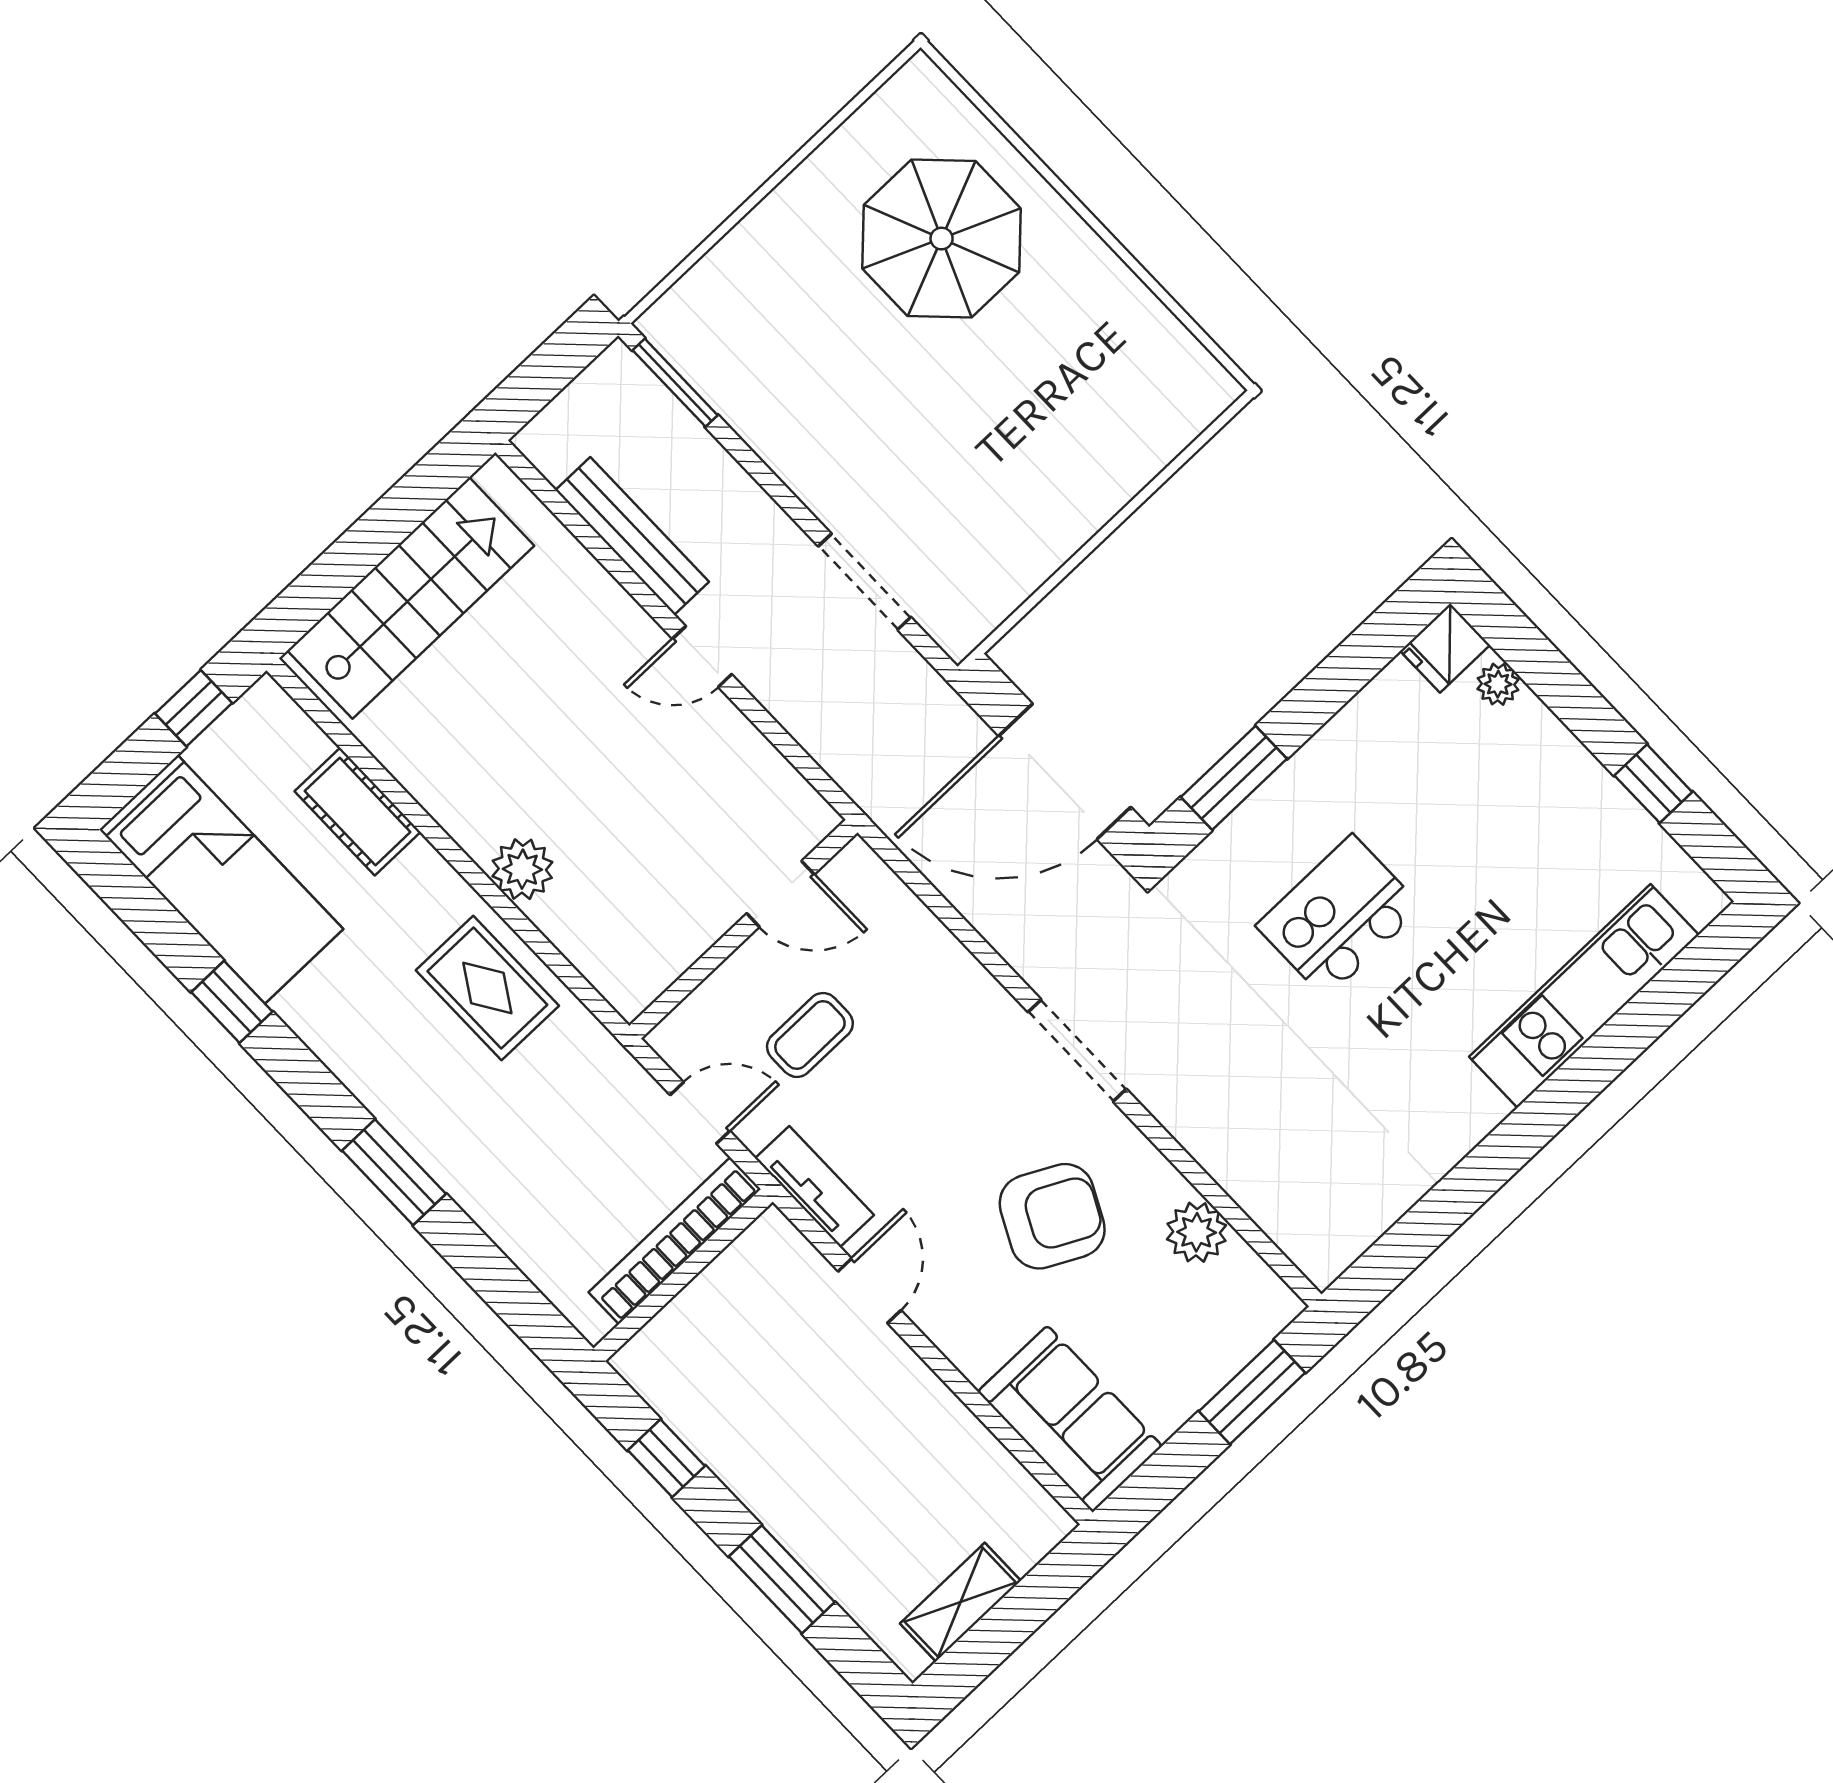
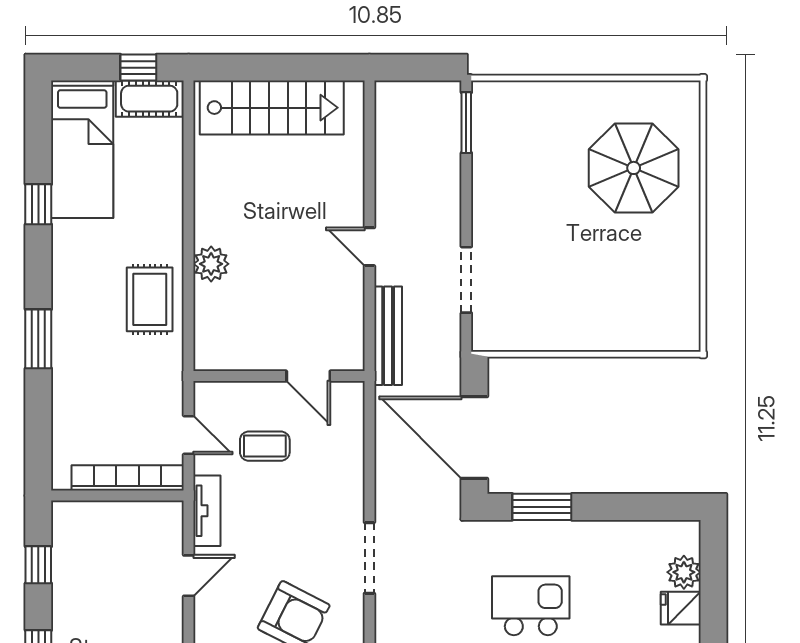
bench: (632, 536) -> (388, 336), moved
fridge: (1445, 648) -> (681, 608), moved
plant: (1498, 684) -> (684, 572), width x1.38, depth x1.38
cot: (358, 812) -> (149, 99), moved, turned 90

